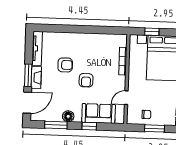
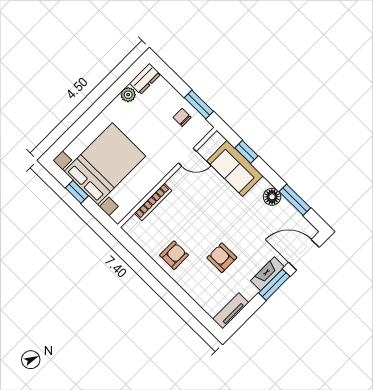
window: (152, 32) -> (77, 192), moved
tv unit: (37, 48) -> (231, 311), width x0.71
armchair: (86, 80) -> (174, 255), moved
window: (89, 126) -> (247, 152), moved
window: (154, 128) -> (199, 105), moved

